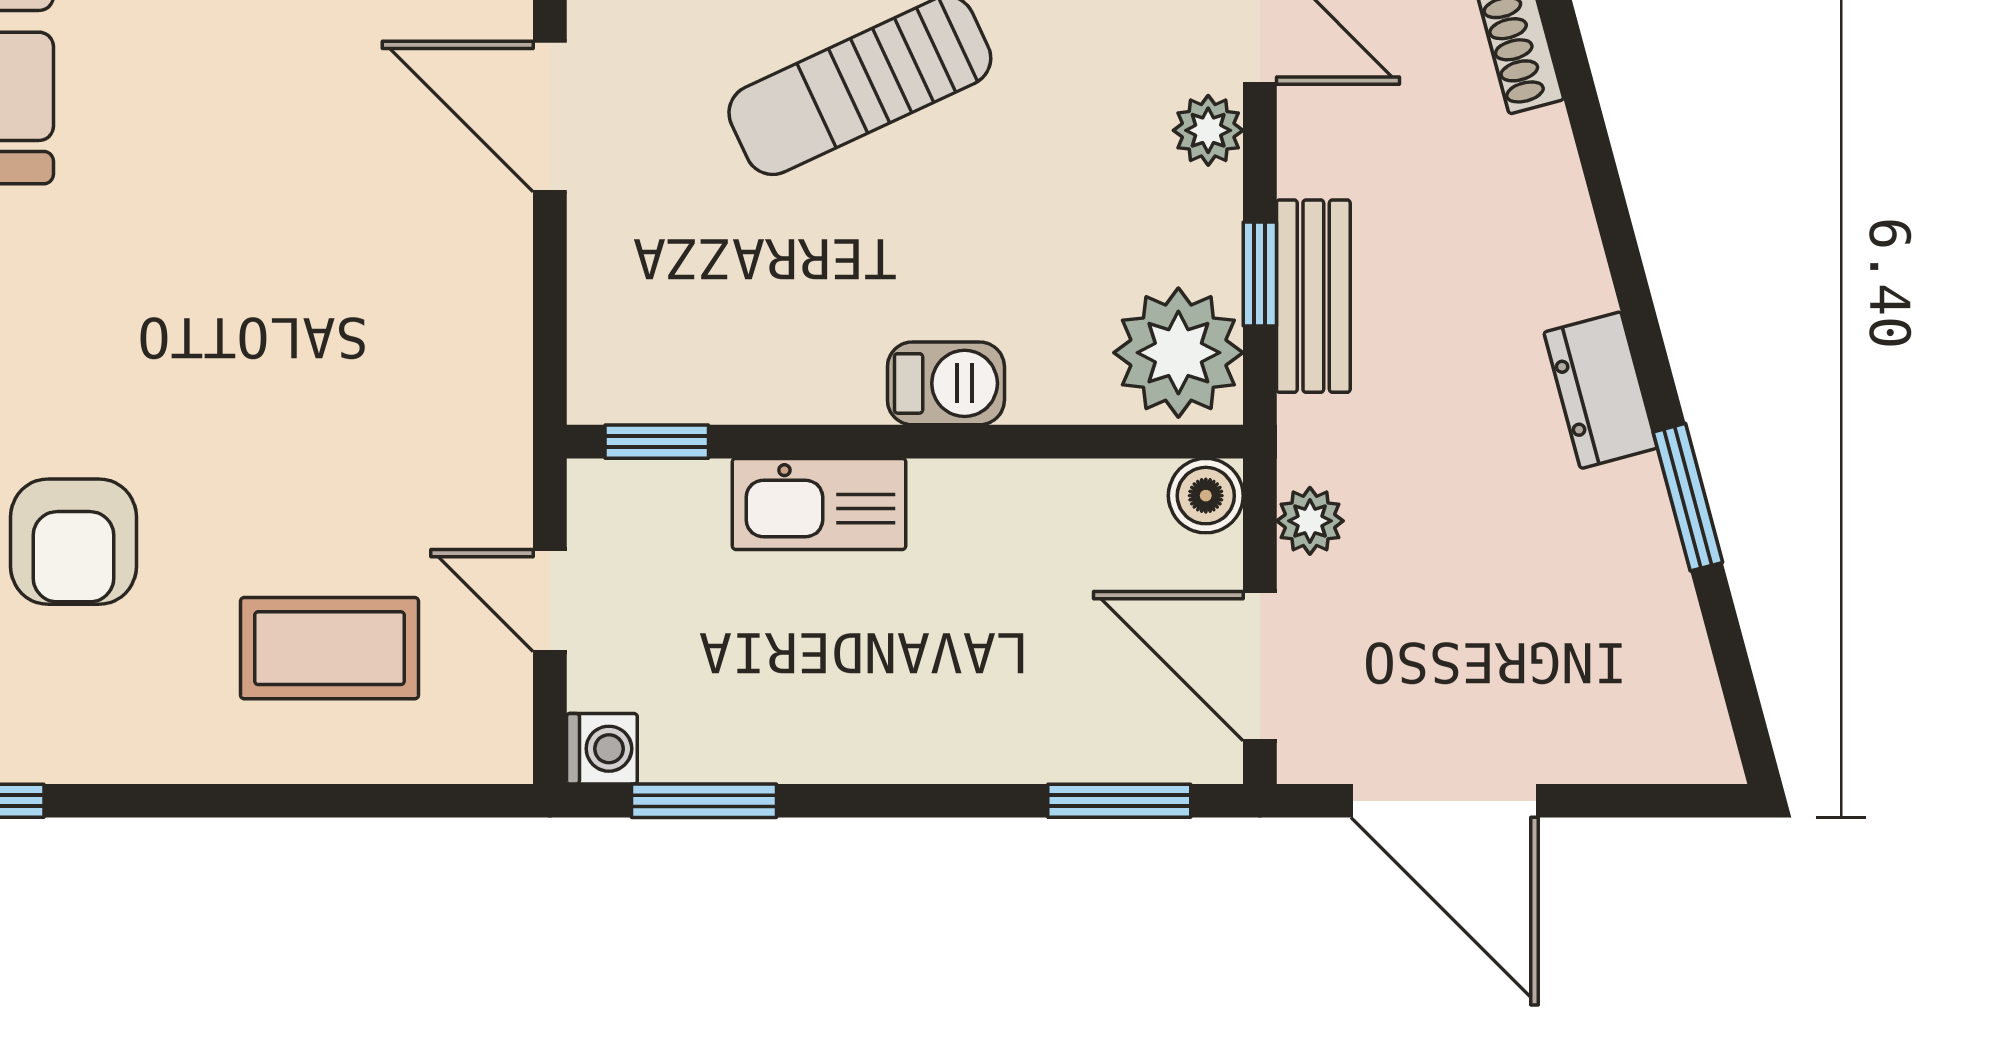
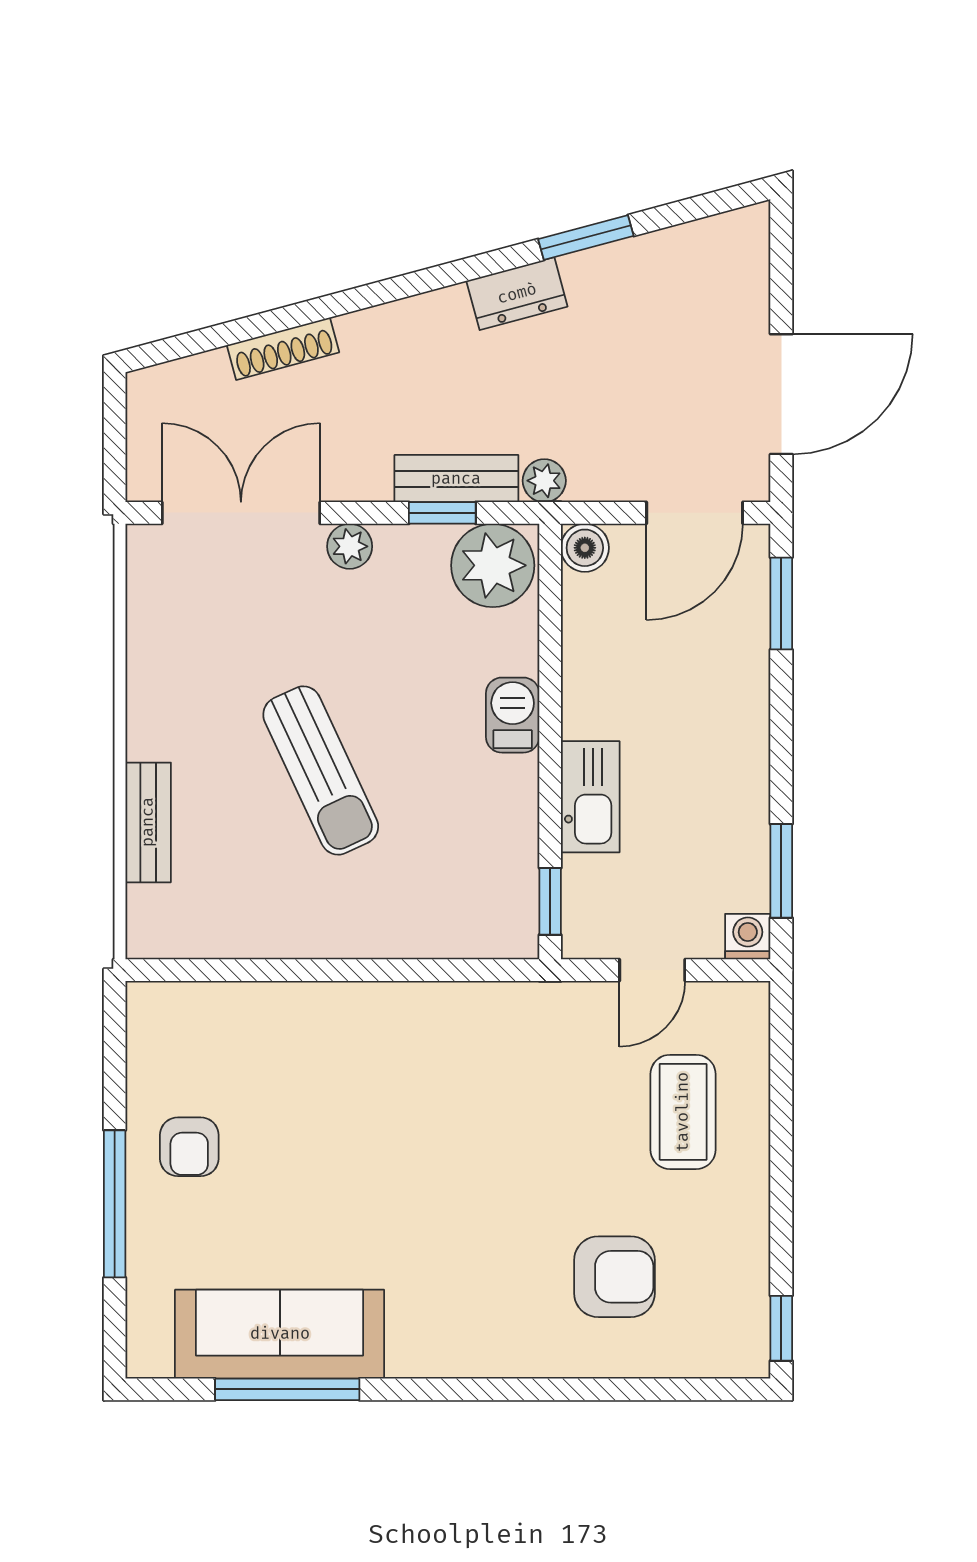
door: (550, 117) -> (341, 970), removed
plant: (1310, 521) -> (544, 481), moved

